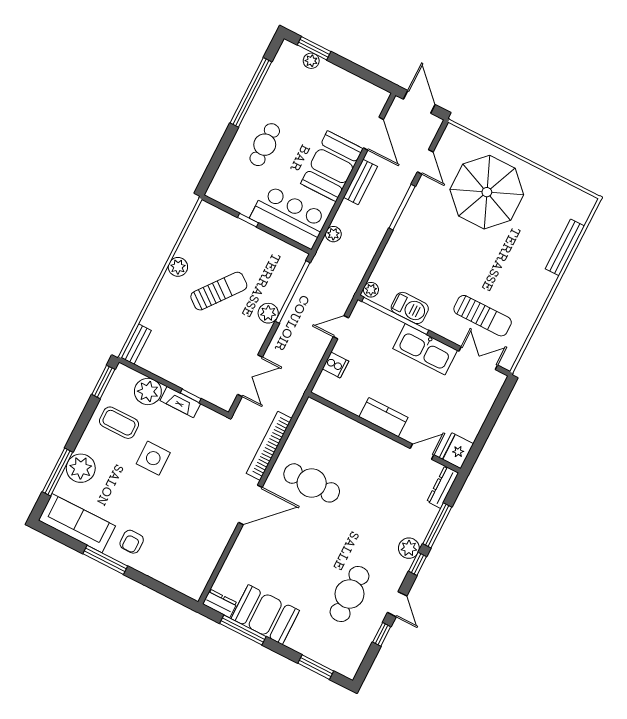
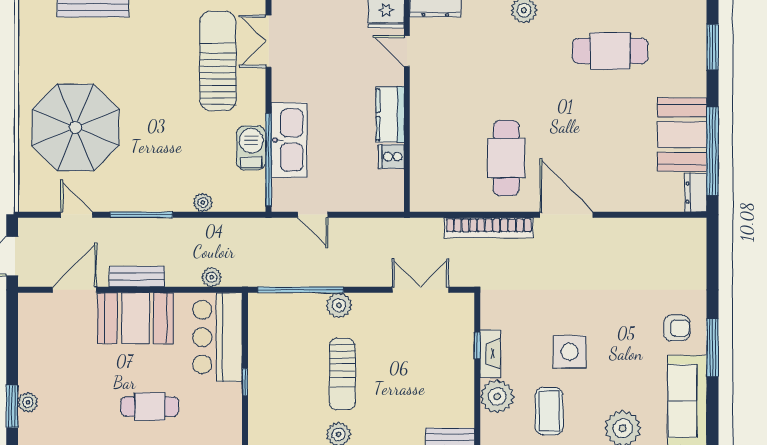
door: (425, 162) -> (77, 215), hinge flipped
plant: (371, 290) -> (203, 202), moved
sun lounger: (219, 291) -> (342, 374), turned -128
sun lounger: (483, 316) -> (218, 61), width x1.36, depth x1.34
kitchen sink: (425, 349) -> (289, 140), moved
cooker: (336, 365) -> (391, 157), moved, turned -90
window: (243, 630) -> (713, 151), width x1.46

